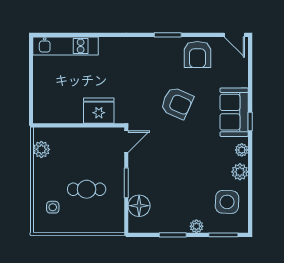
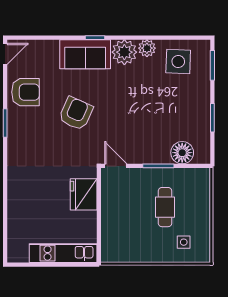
kitchen unit: (66, 46) -> (63, 253), moved, turned -90
plant: (41, 149) -> (124, 254), removed
plant: (242, 150) -> (124, 52), width x1.88, depth x1.88
plant: (196, 226) -> (203, 93), removed

